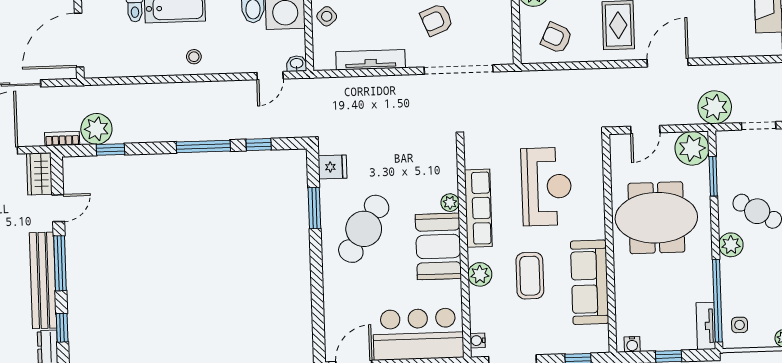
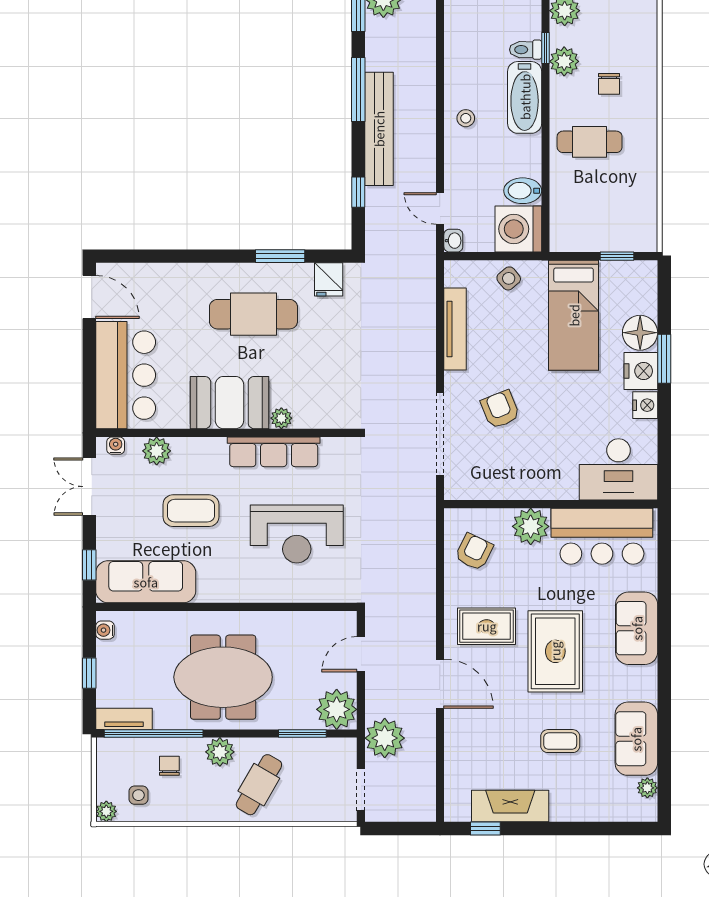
bench: (205, 129) -> (379, 129), added
door: (645, 130) -> (361, 654), hinge flipped
window: (203, 146) -> (358, 90), moved
meeting table: (656, 218) -> (223, 677), moved, turned 90
cafe table: (364, 229) -> (253, 314), turned -32
plant: (480, 274) -> (157, 451), moved
sofa: (590, 282) -> (146, 582), moved
chair: (744, 287) -> (169, 766), added
side table: (740, 325) -> (138, 795), moved

